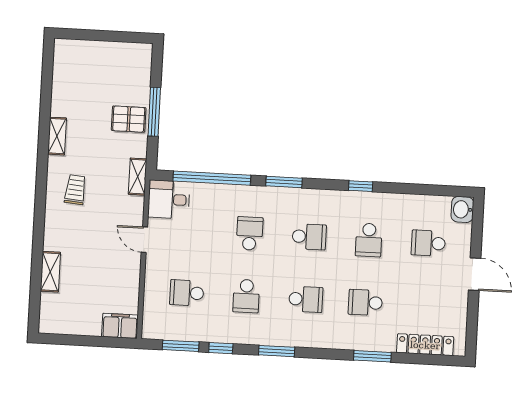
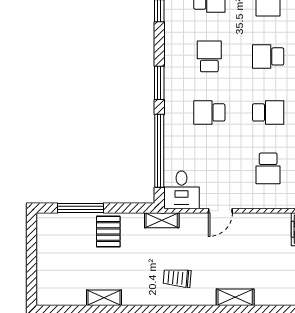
window: (154, 112) -> (80, 208), moved
shelving: (57, 136) -> (104, 298), moved
shelving: (50, 272) -> (235, 297), moved
school desk: (306, 299) -> (268, 56), turned -90

